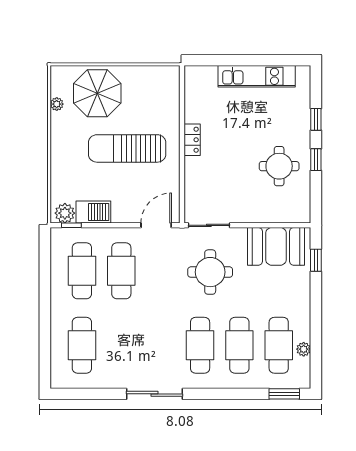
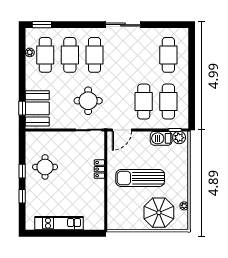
locker: (192, 140) -> (99, 169), moved
sun lounger: (127, 148) -> (140, 178), turned 180
booth: (276, 246) -> (37, 108), moved, turned 90

